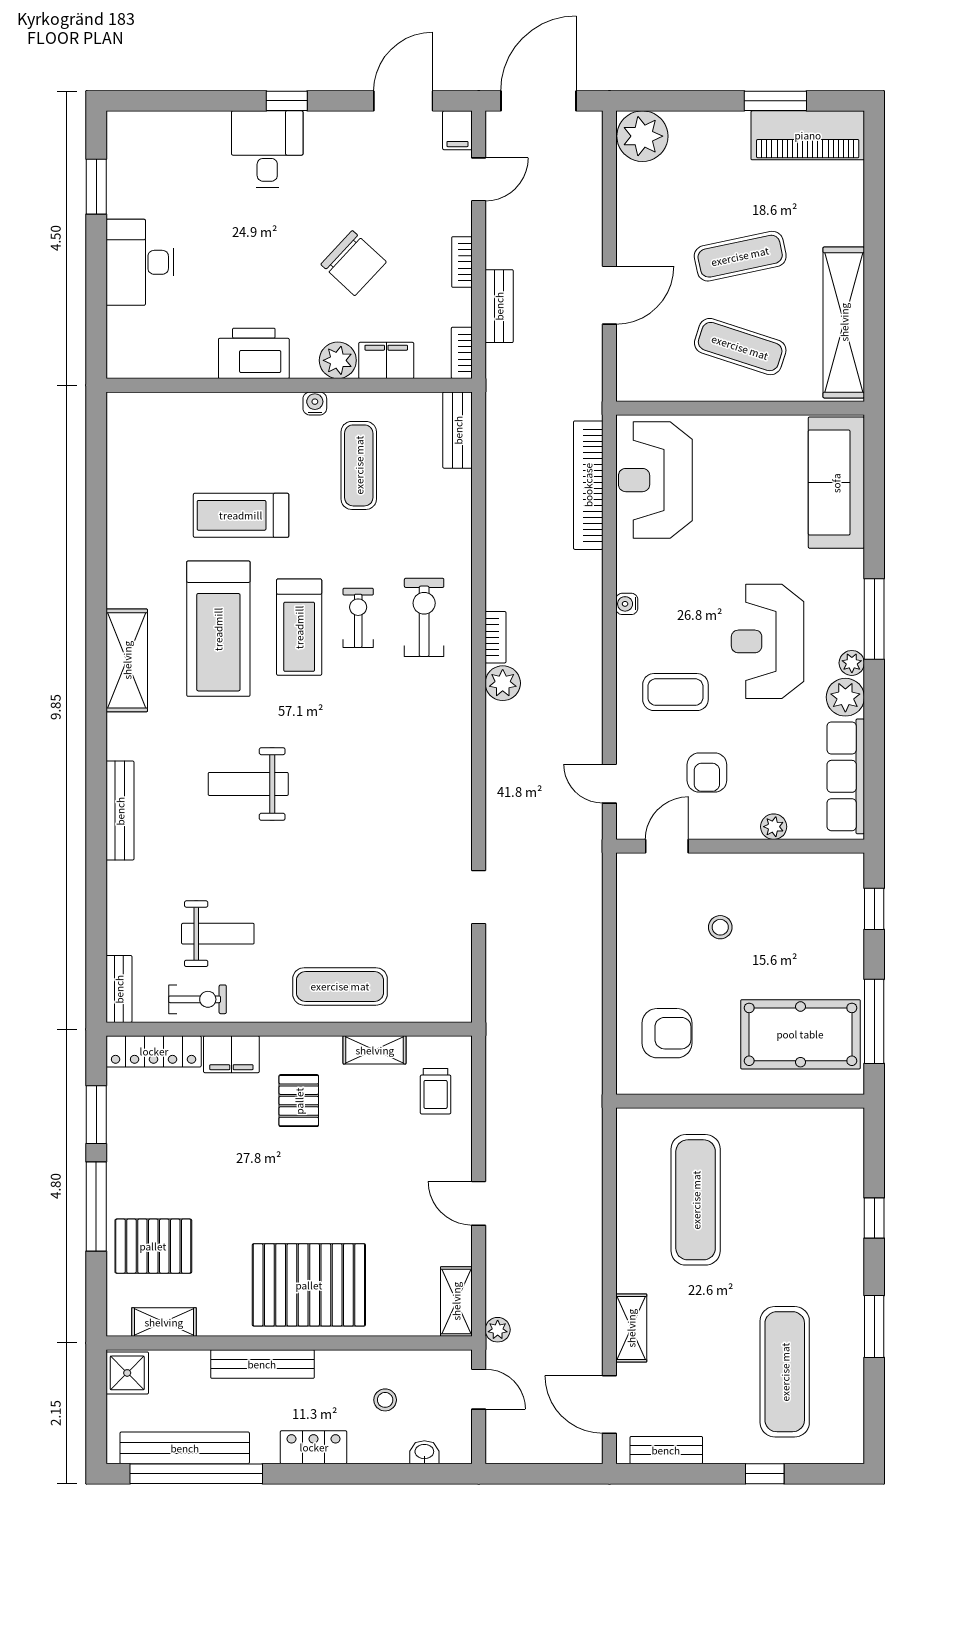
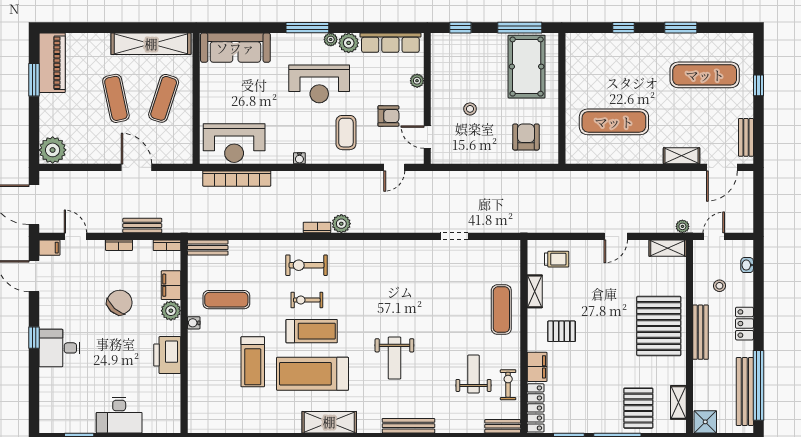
treadmill: (218, 629) -> (312, 374), turned 180
bench: (262, 1364) -> (701, 332), moved

